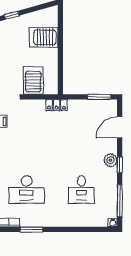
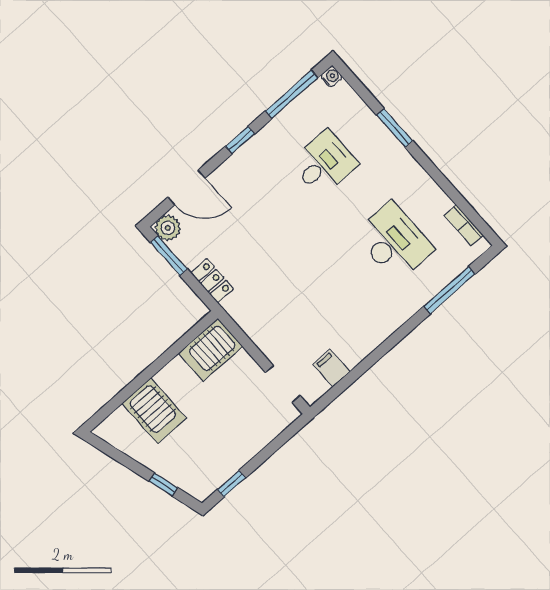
server rack: (33, 80) -> (211, 350), moved
locker: (57, 105) -> (212, 281), moved
plant: (110, 160) -> (168, 228), moved
window: (31, 229) -> (395, 128), moved

